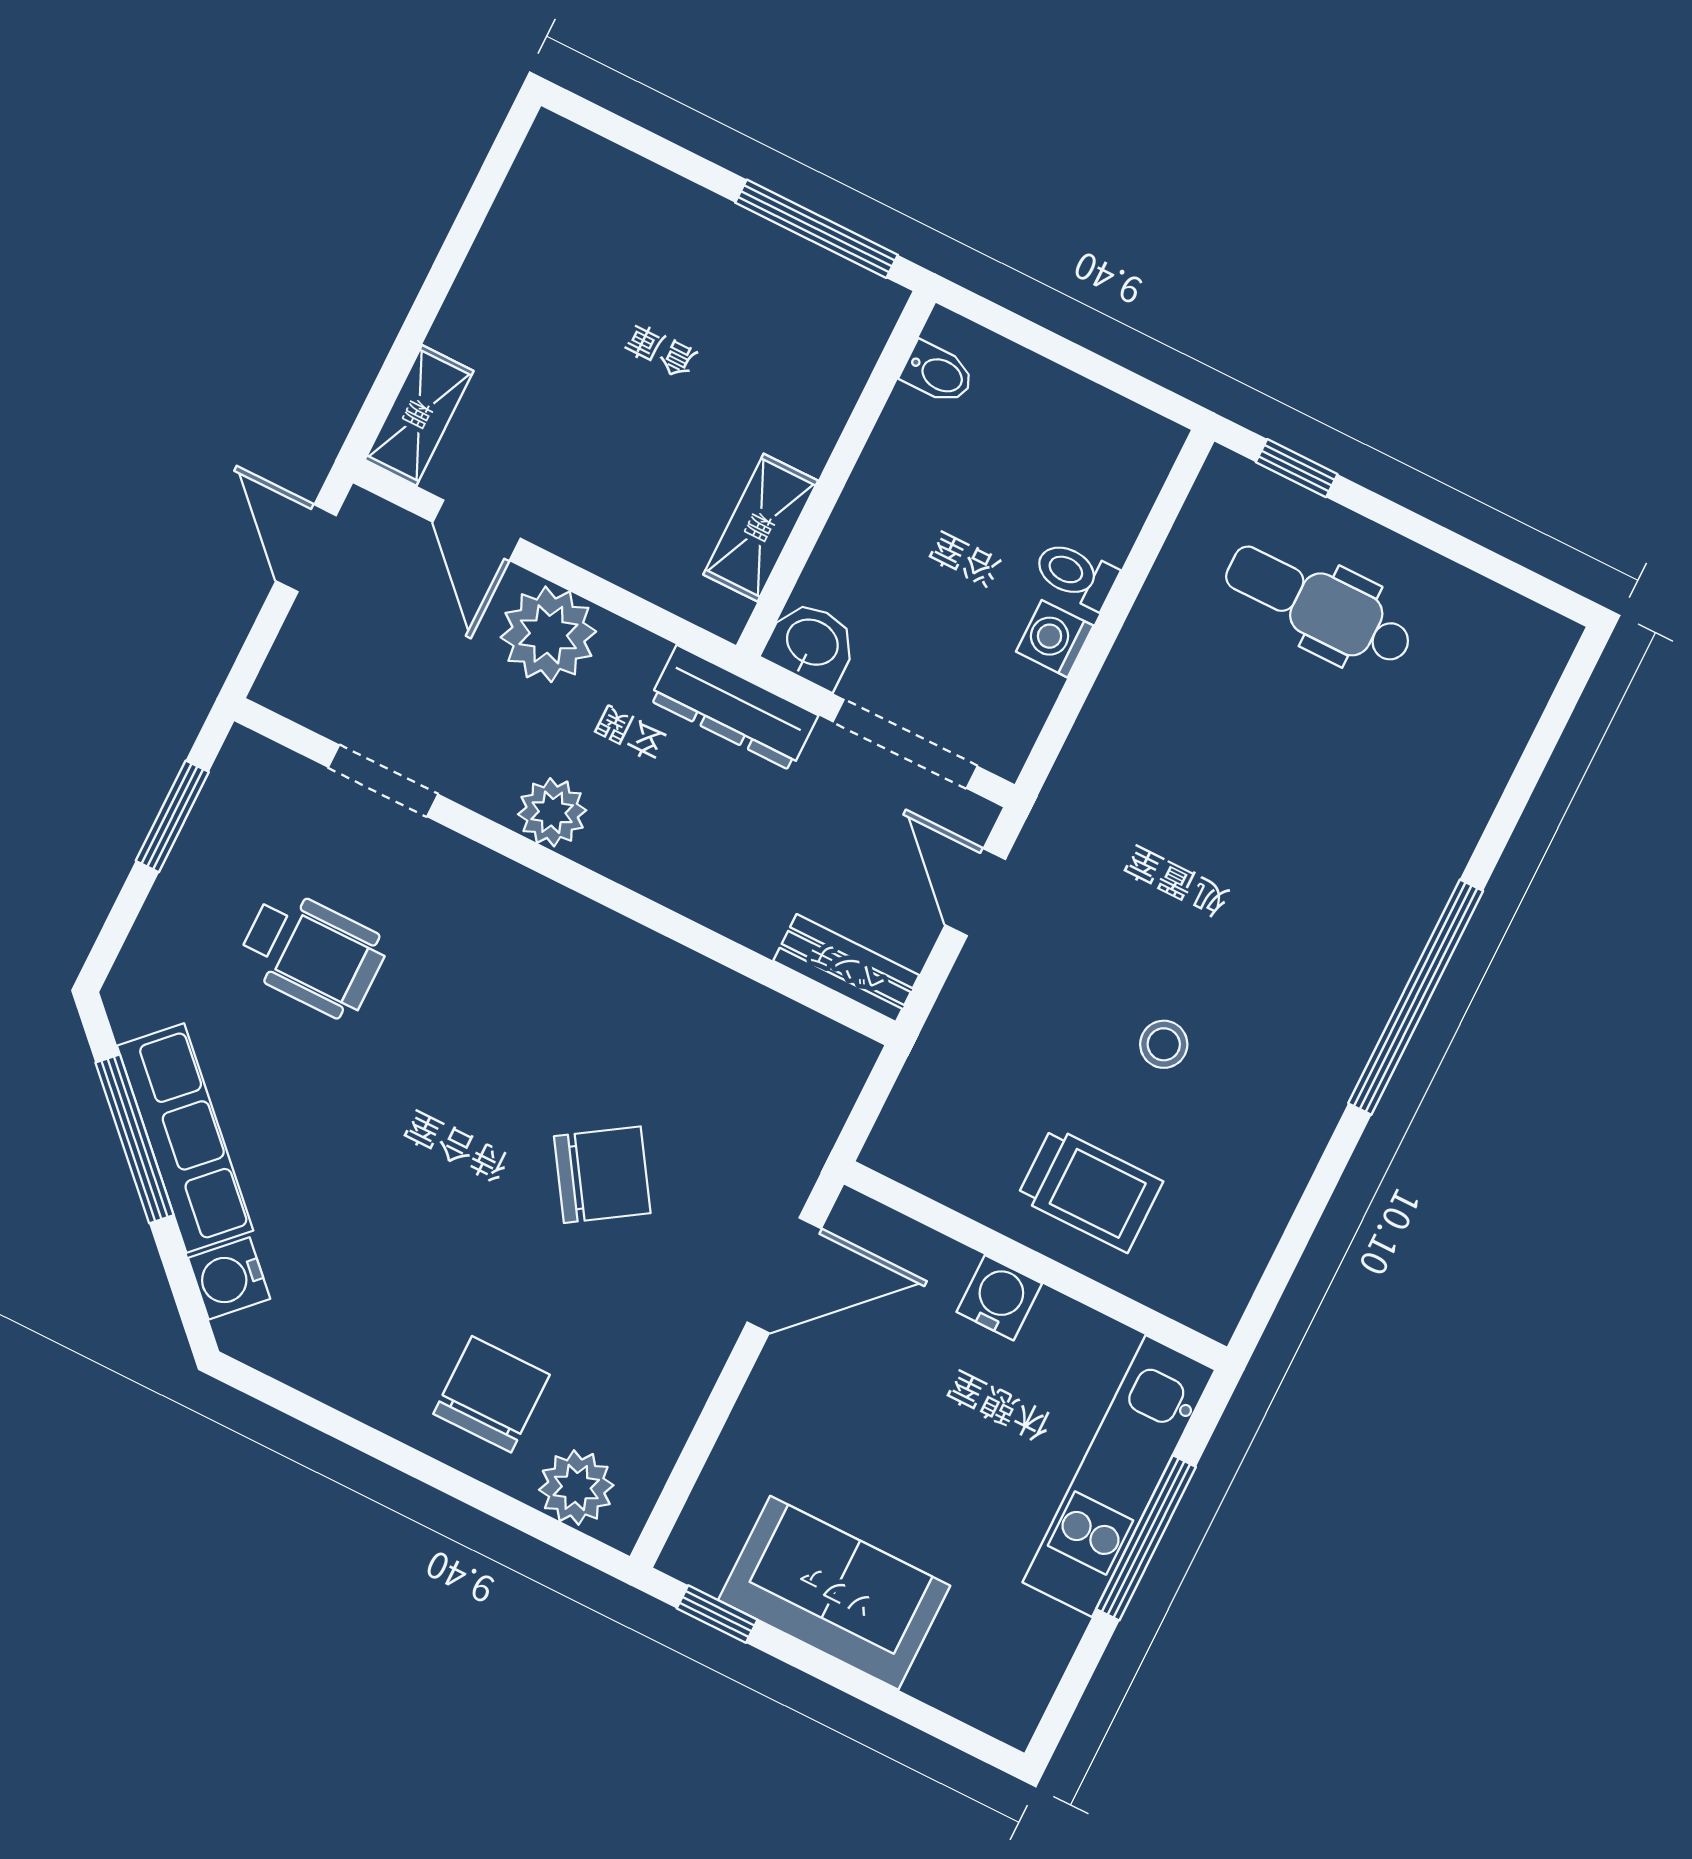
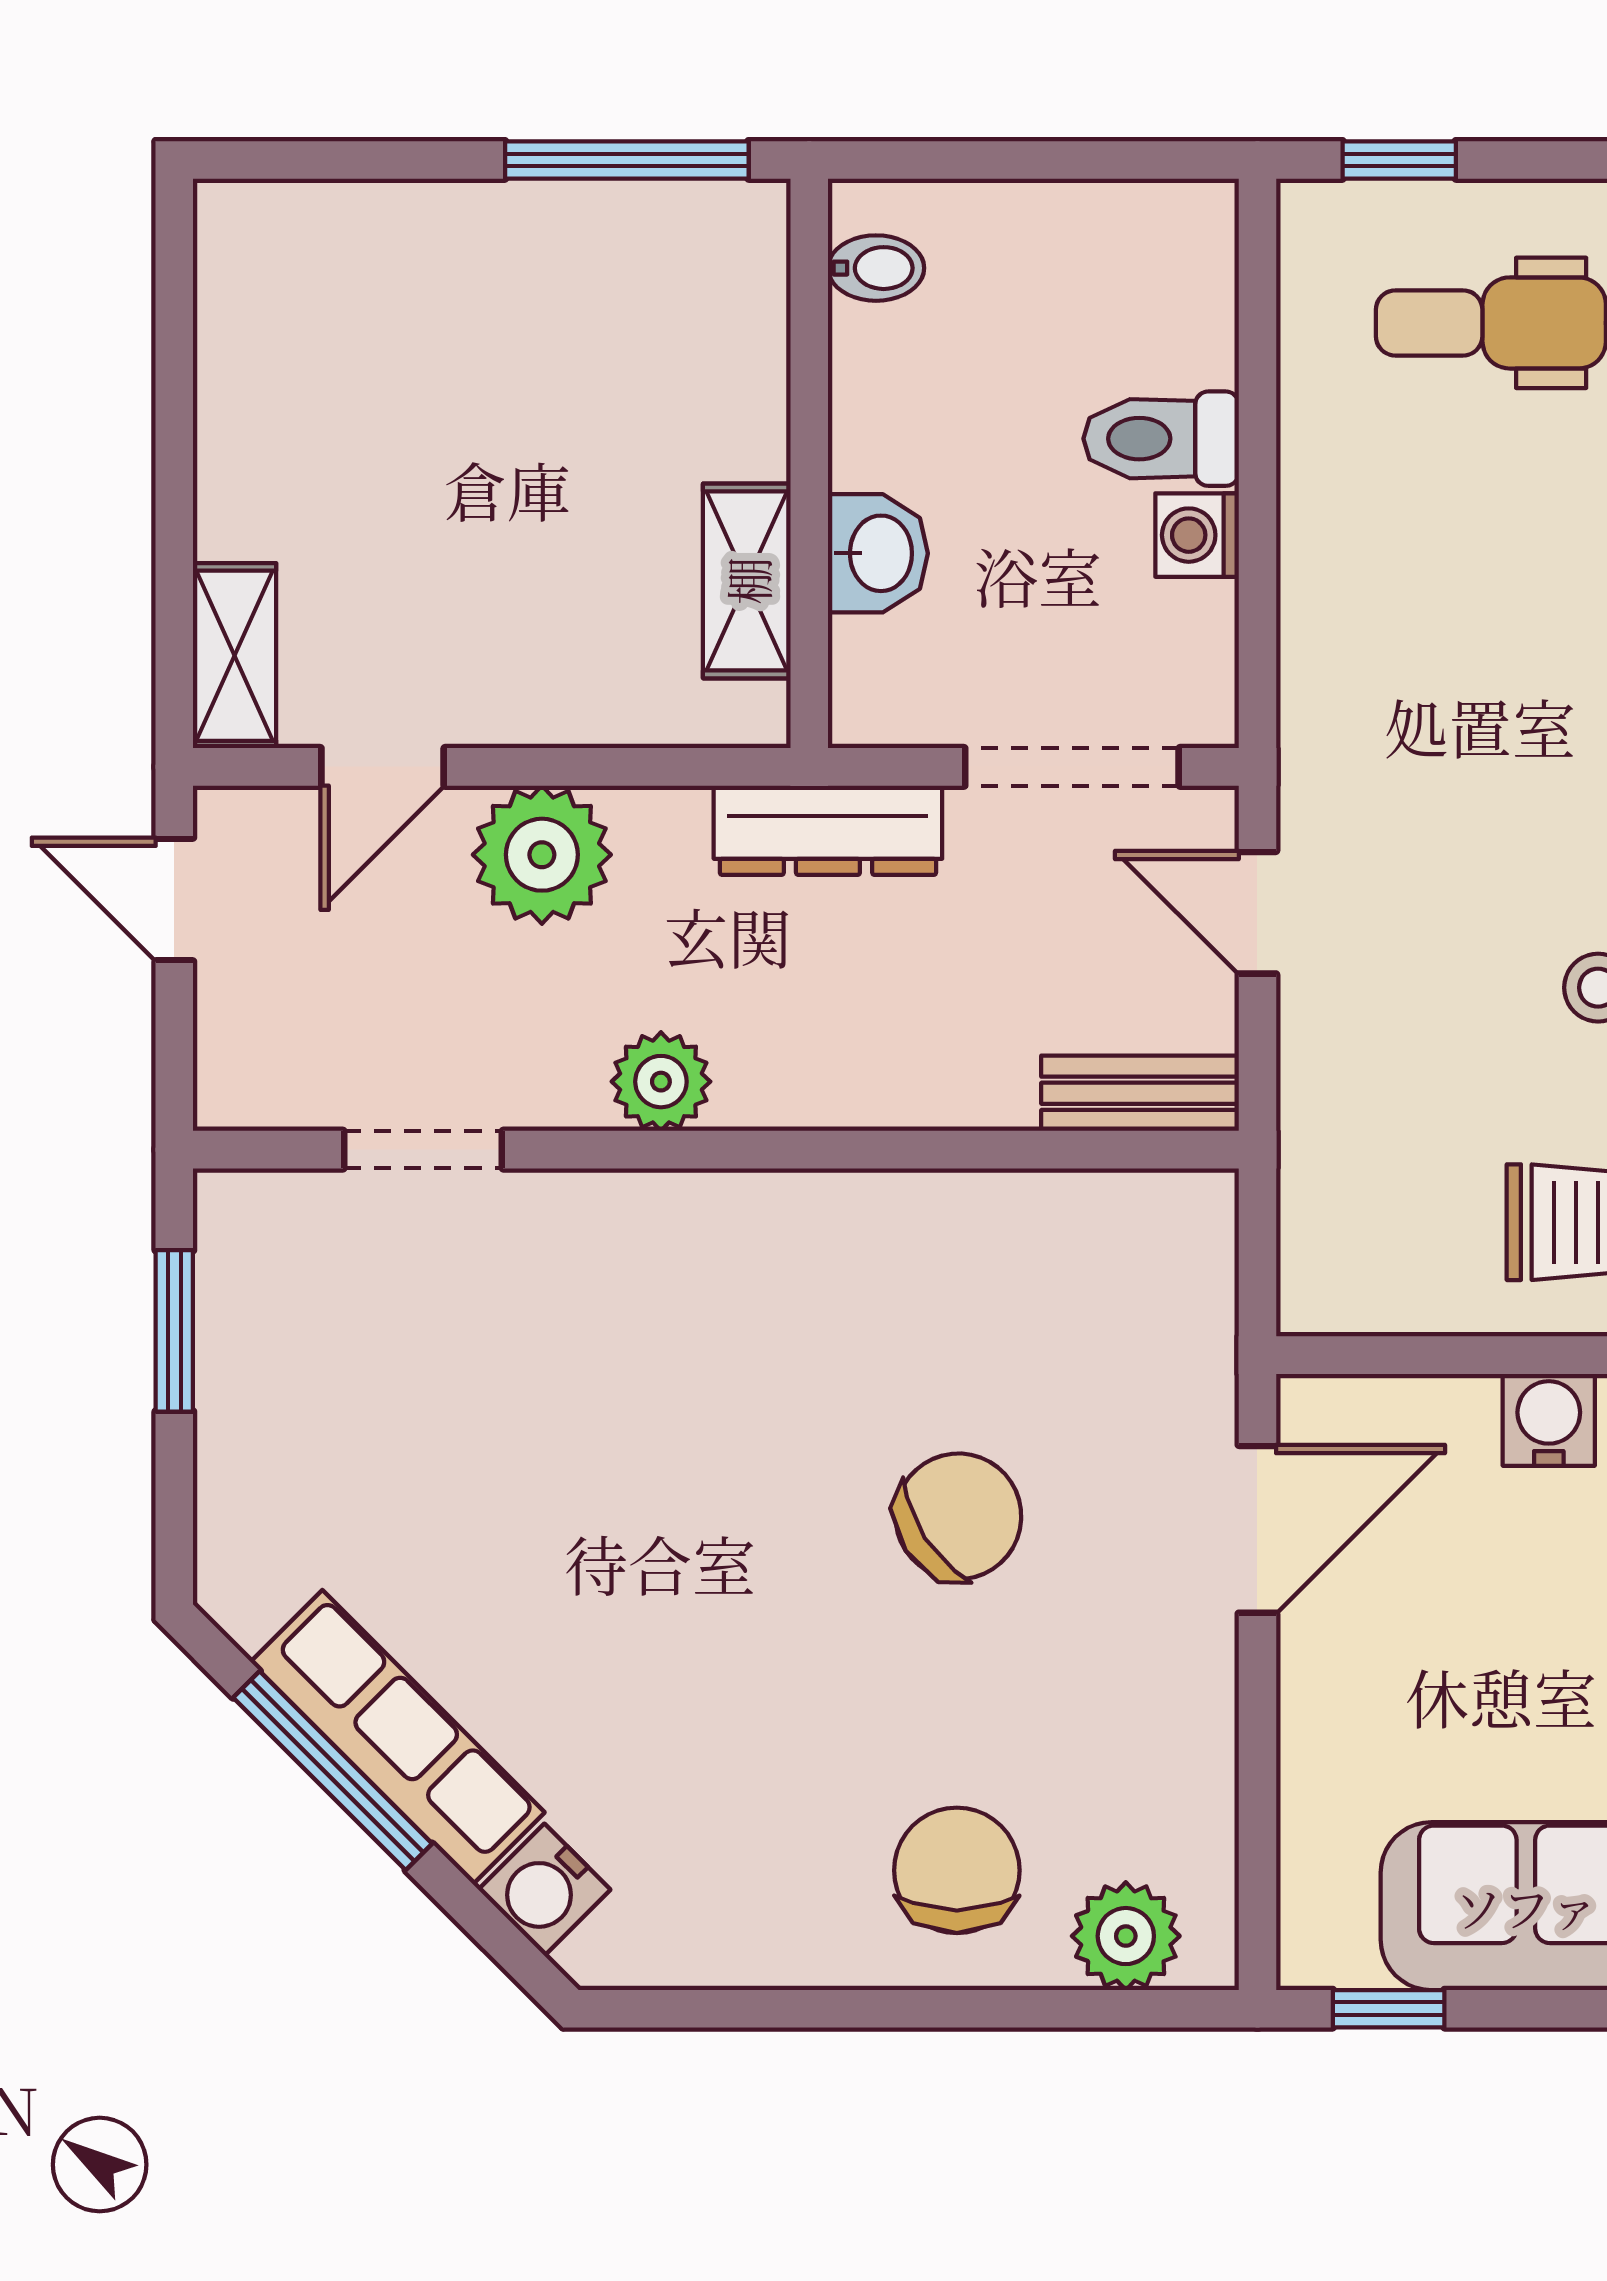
door: (477, 530) -> (383, 767), hinge flipped
toilet: (1076, 574) -> (1161, 439), width x1.37, depth x1.39
washbasin: (811, 644) -> (878, 553), moved, turned 90
wheelchair: (312, 954) -> (443, 1418), removed

